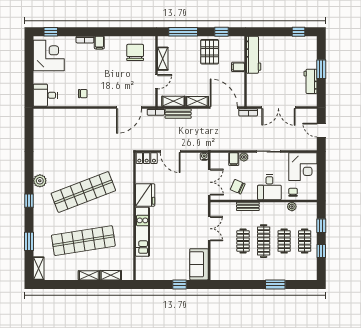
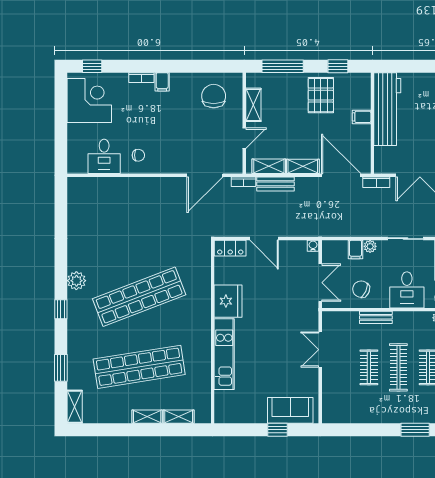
workbench: (254, 55) -> (387, 109), width x1.36, depth x1.32
desk: (45, 95) -> (104, 156), moved, turned -90
double door: (209, 229) -> (320, 350), swing flipped
sofa: (199, 264) -> (290, 410), moved, turned 90

